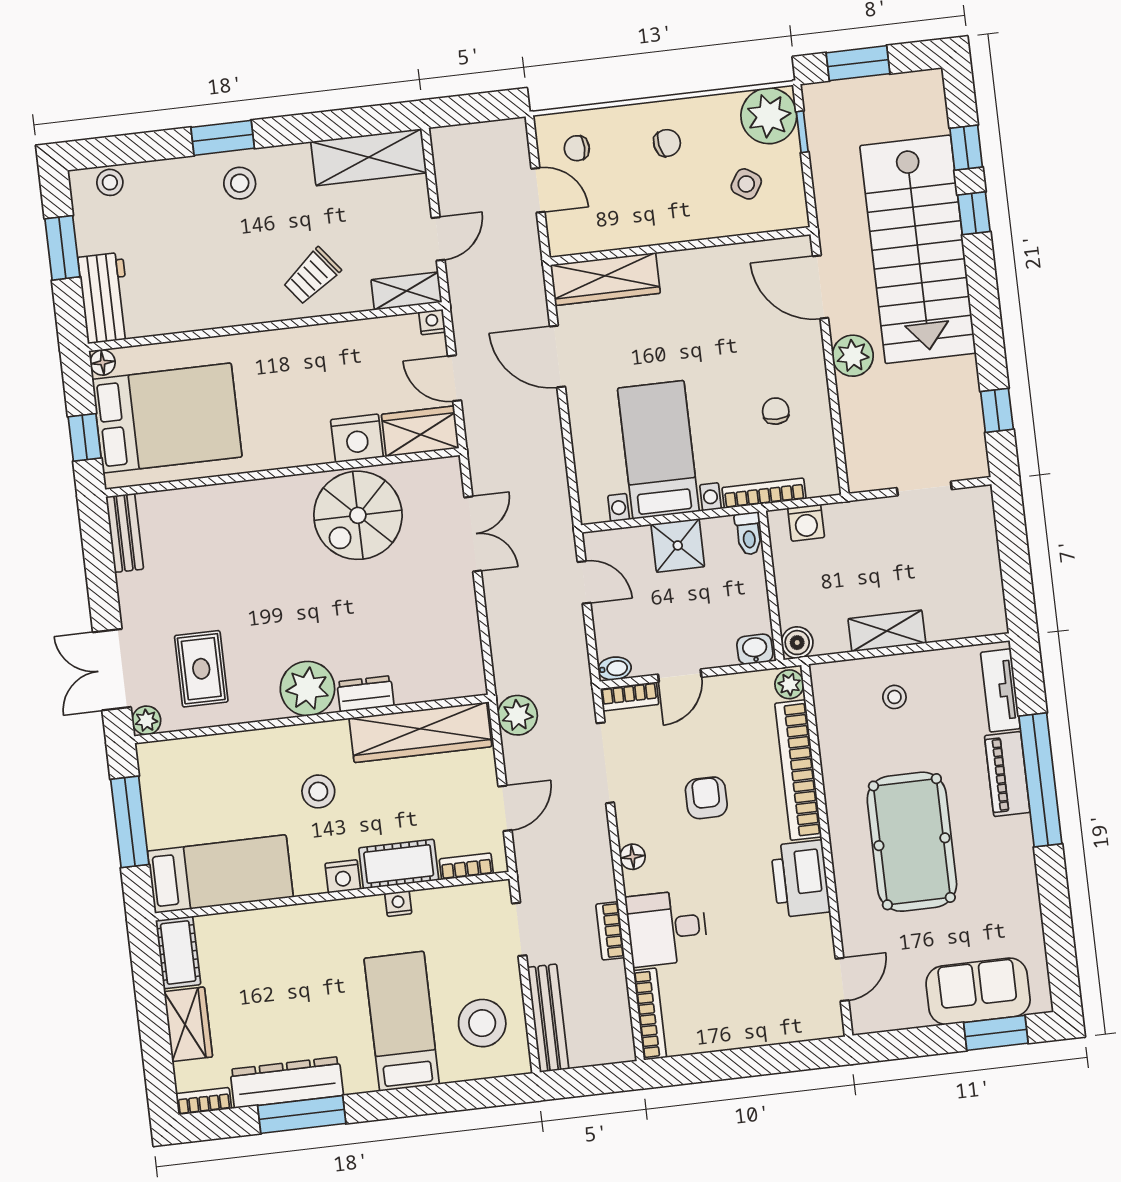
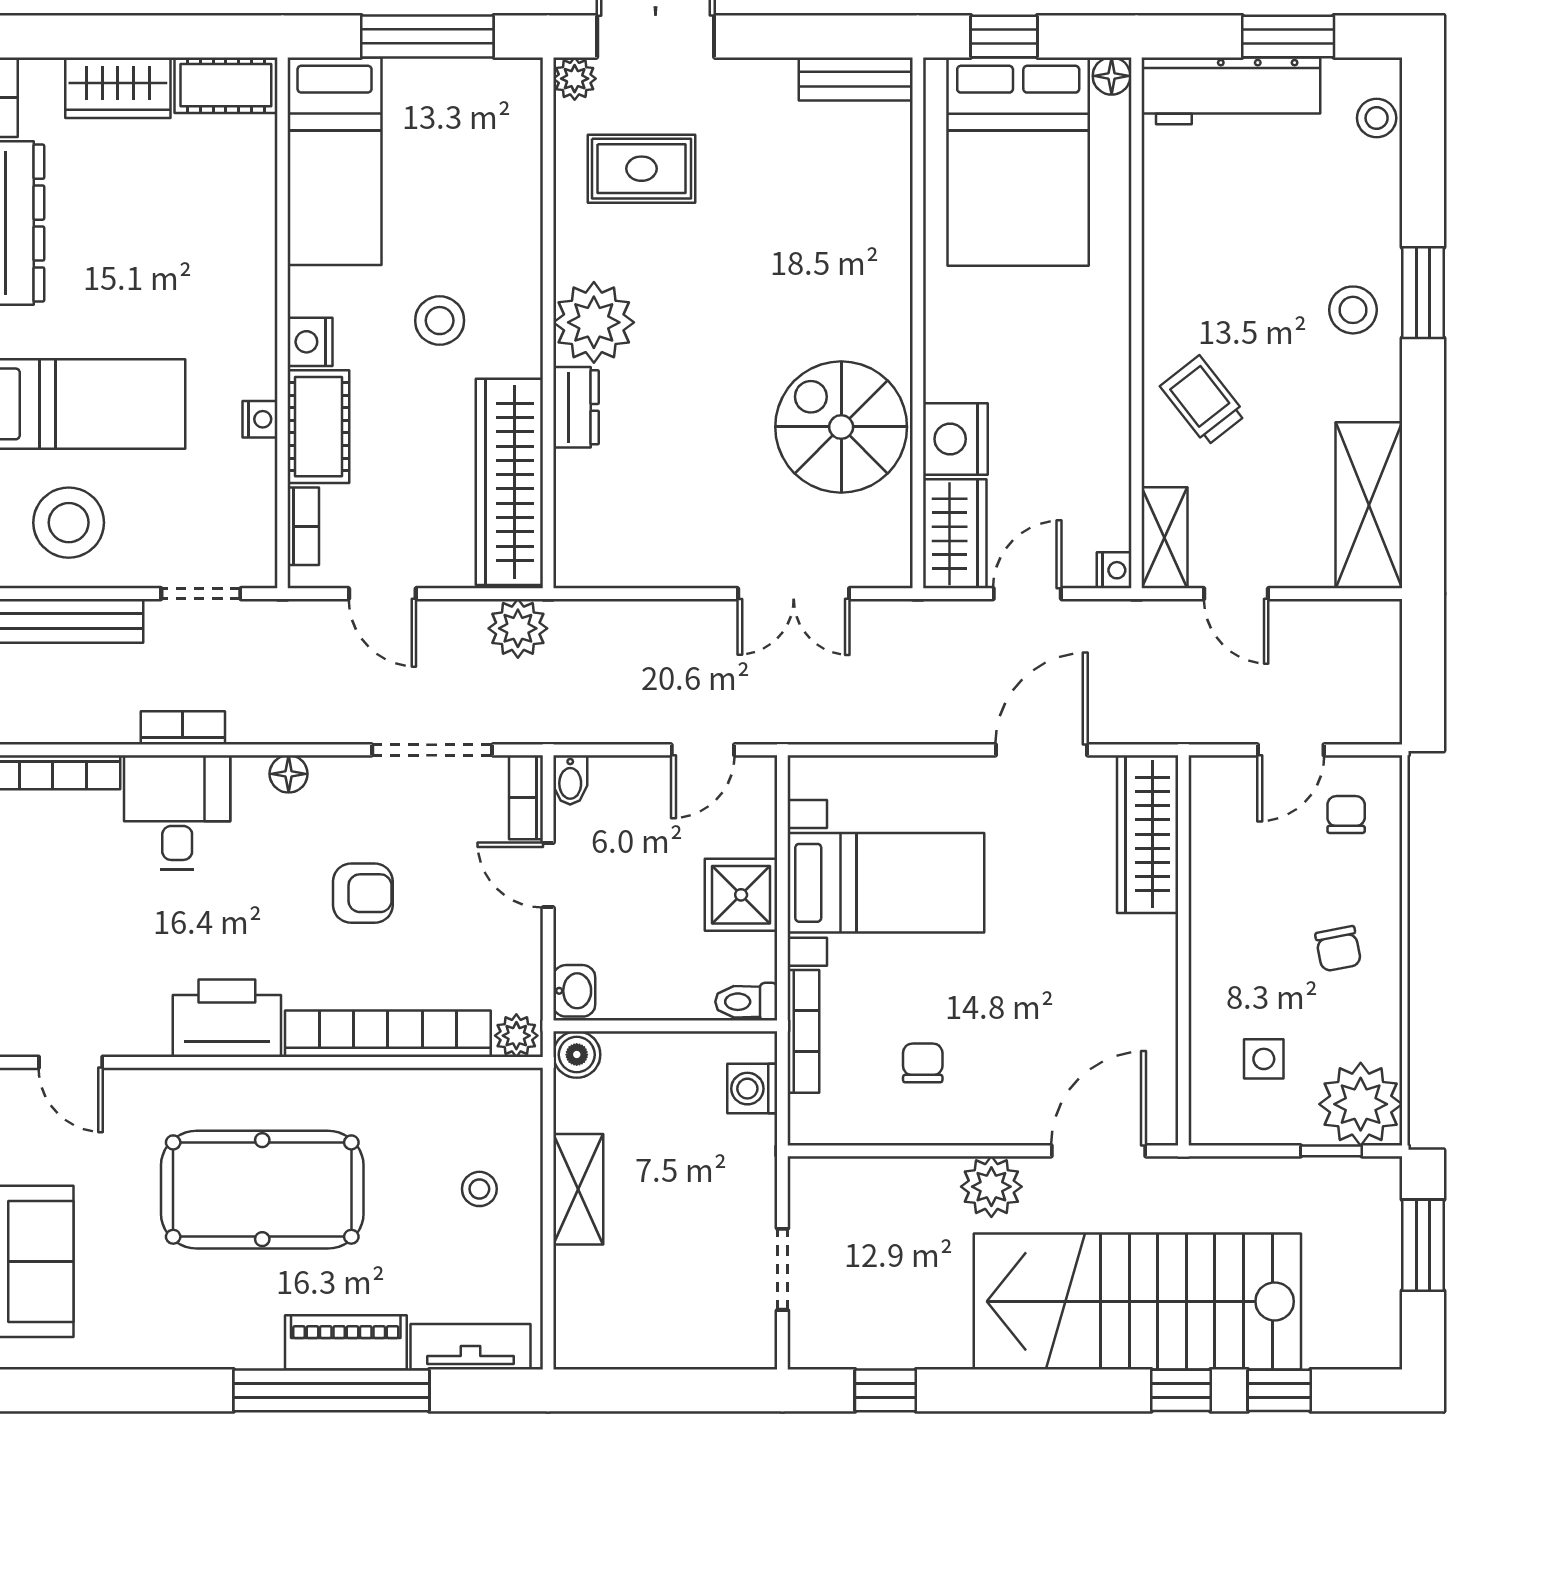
side table: (746, 184) -> (1264, 1059), turned -33
workbench: (105, 298) -> (1231, 91), width x1.38
chair: (776, 411) -> (923, 1063), turned -90

